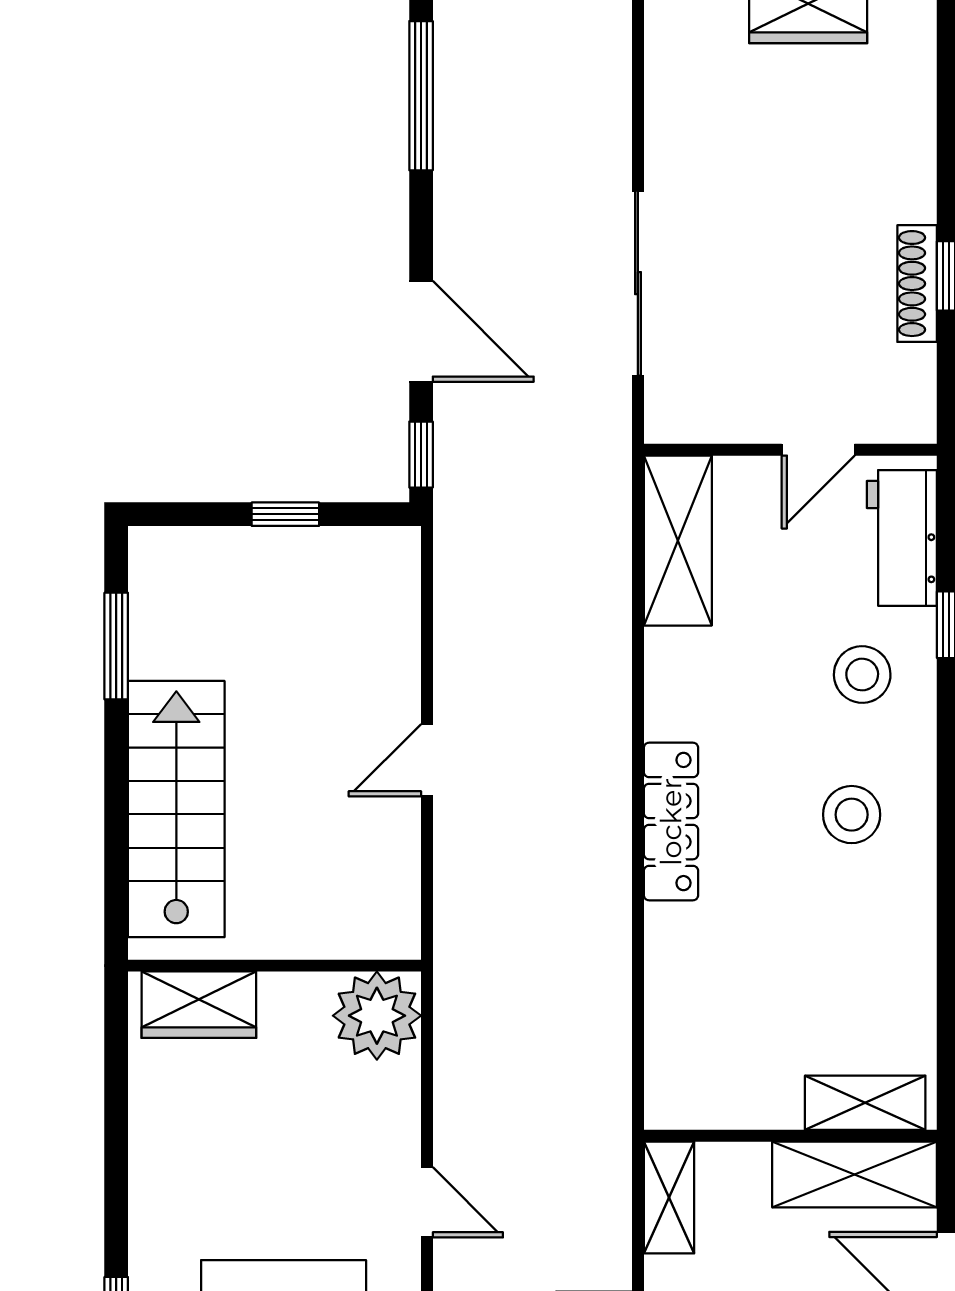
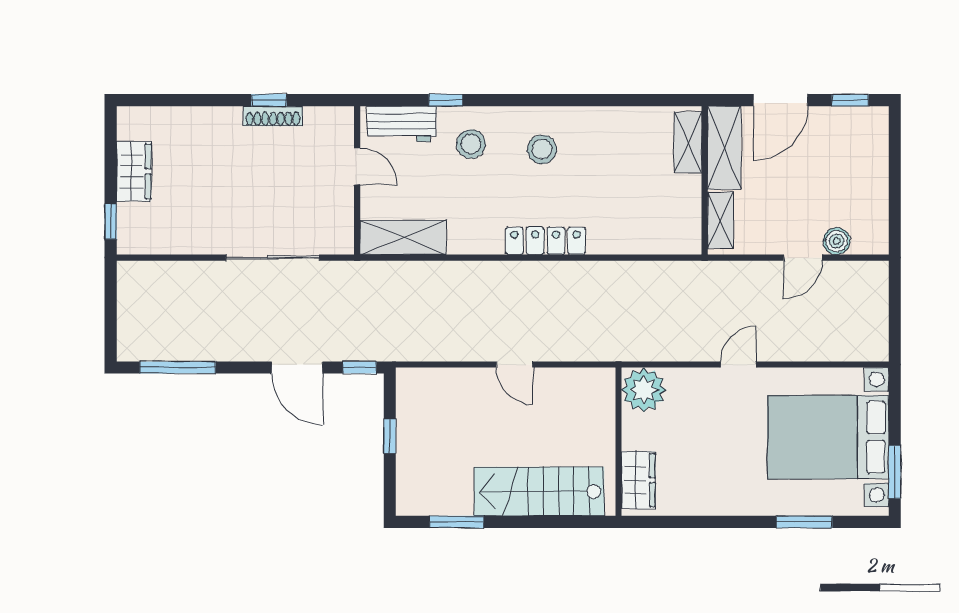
door: (421, 331) -> (297, 367), swing flipped
shelving: (669, 1197) -> (720, 220), moved, turned 90

